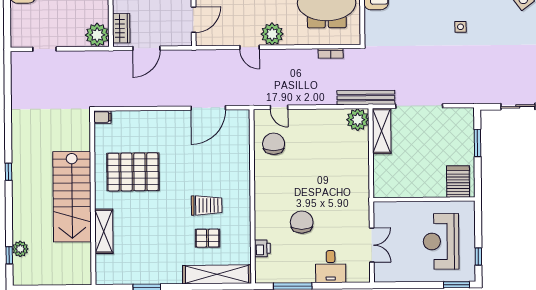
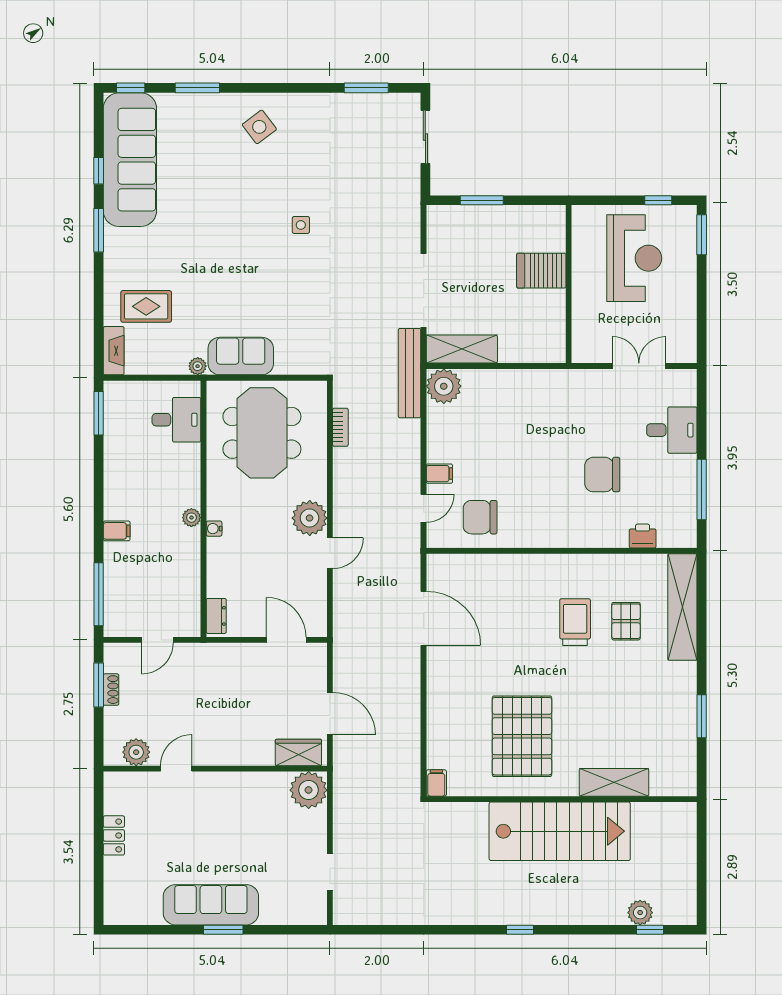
filing cabinet: (301, 117) -> (439, 474), added
server rack: (458, 181) -> (541, 271), moved
reception desk: (441, 241) -> (634, 258), turned -90

